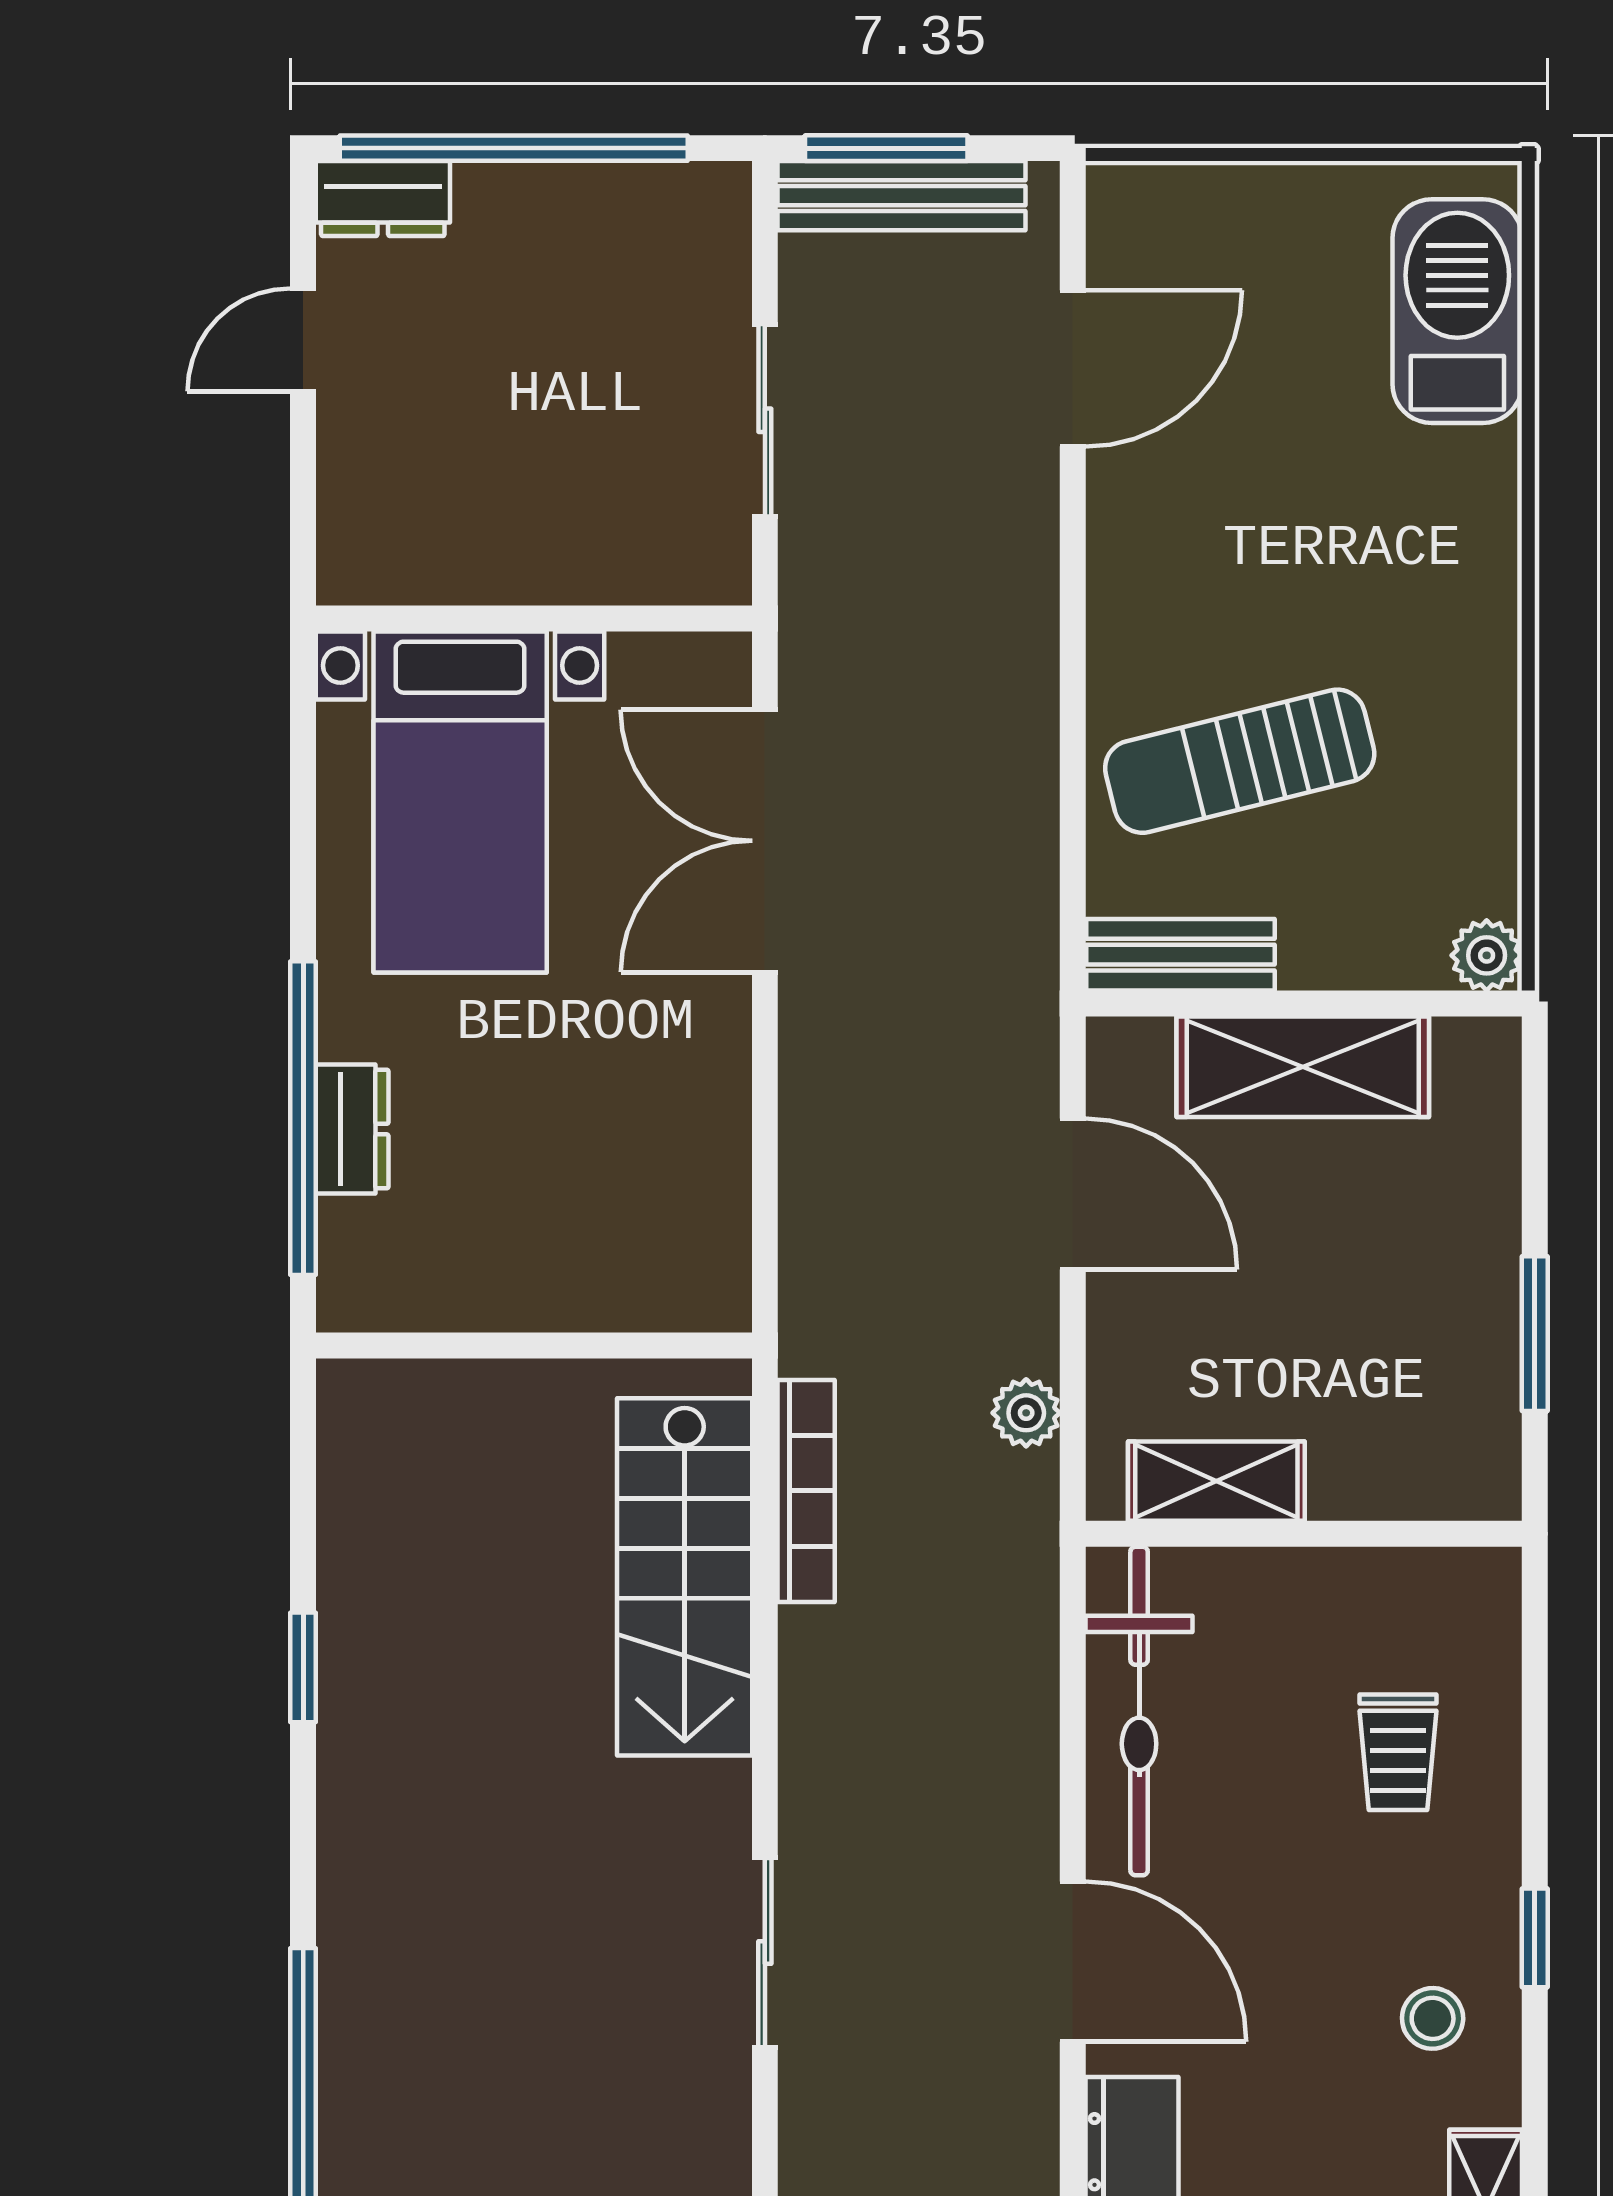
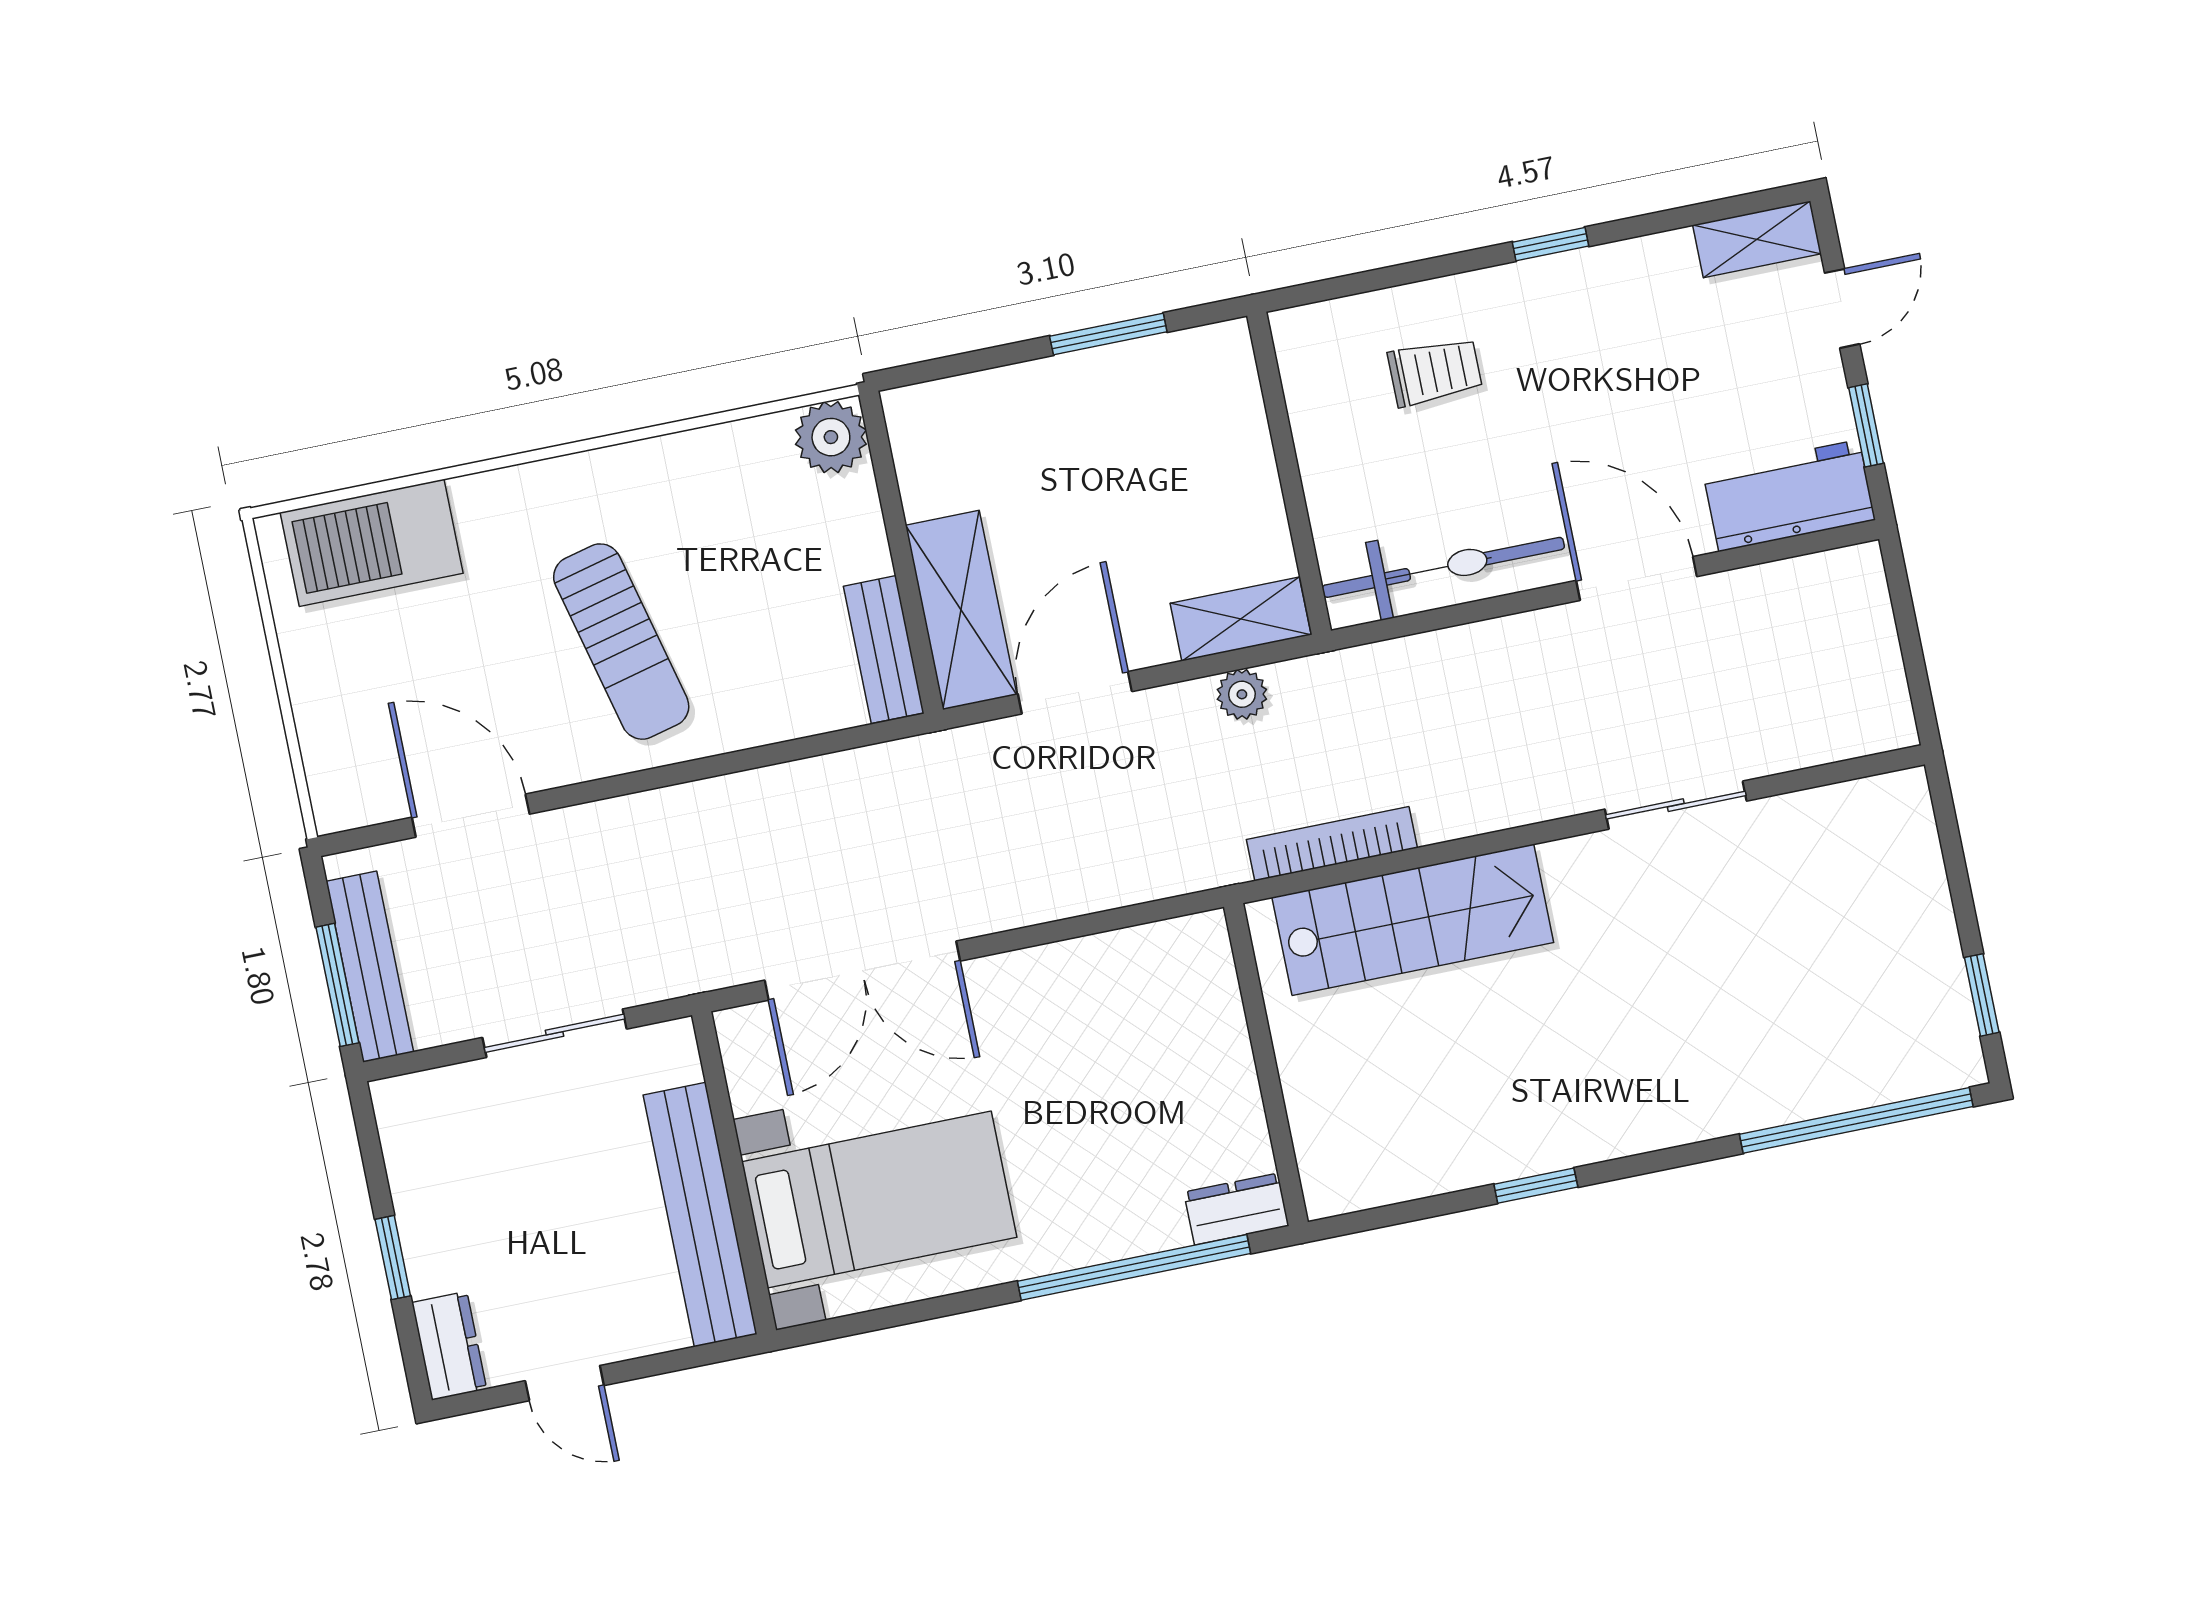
window: (514, 148) -> (393, 1258), width x0.32
bench: (488, 563) -> (700, 1215), added
sun lounger: (1240, 761) -> (621, 642), moved
plant: (1487, 955) -> (831, 437), width x1.38, depth x1.38
shelving: (1303, 1067) -> (961, 610), moved
dresser: (352, 1129) -> (1236, 1209), moved
shelving: (1216, 1481) -> (1241, 619), moved, turned 90
door: (1073, 1962) -> (1637, 578), hinge flipped
stool: (1433, 2018) -> (1625, 307), removed

